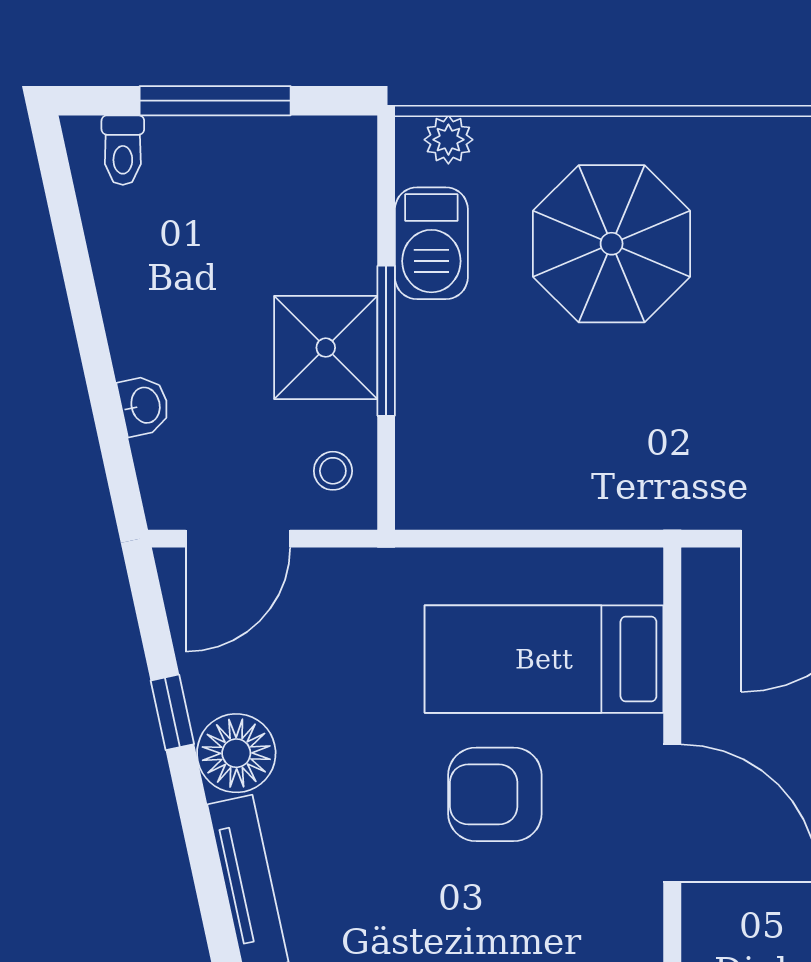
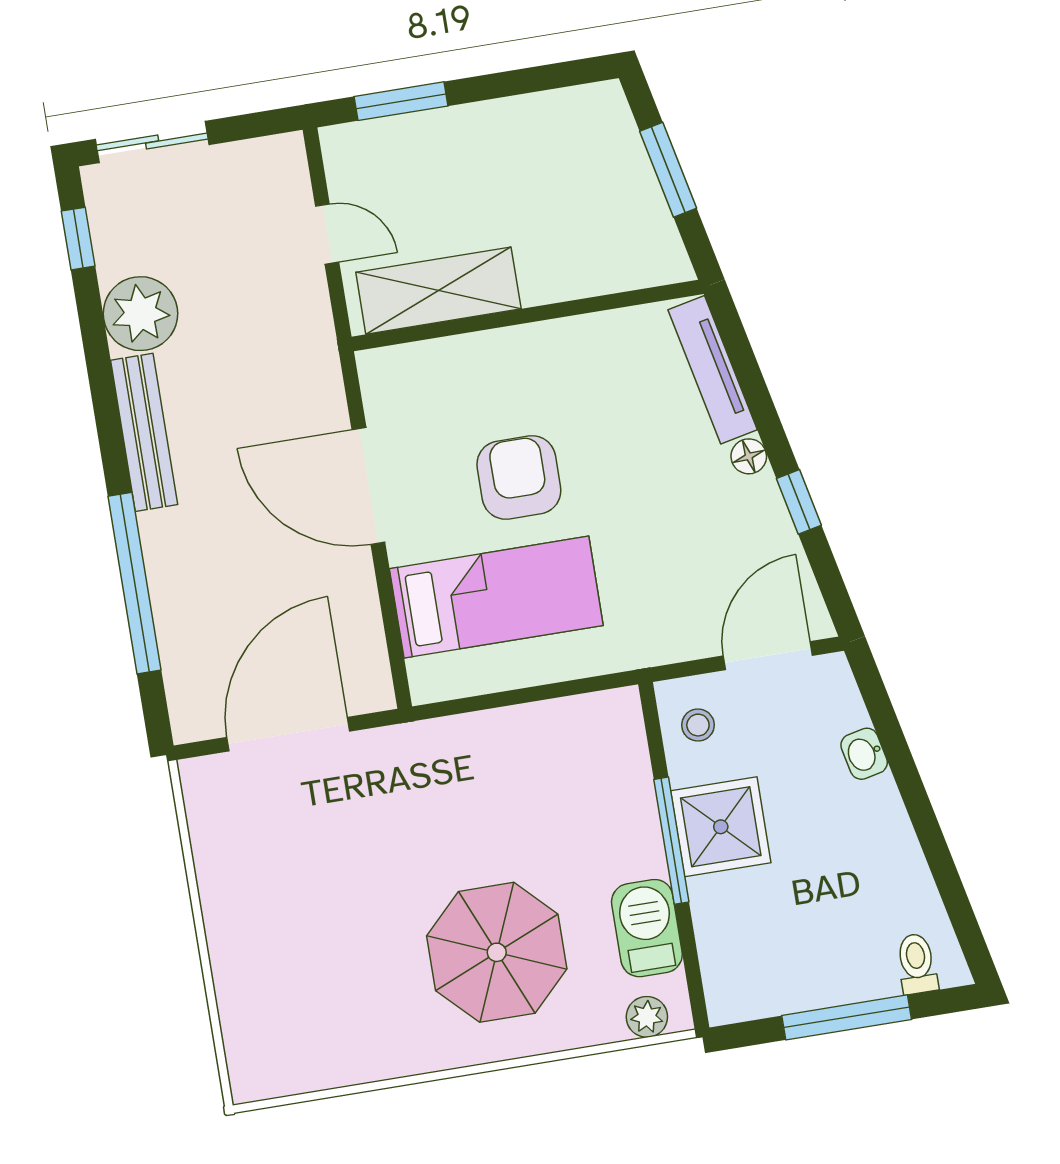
floor lamp: (236, 753) -> (749, 456), width x0.53, depth x0.53
armchair: (495, 794) -> (519, 477), turned -90

